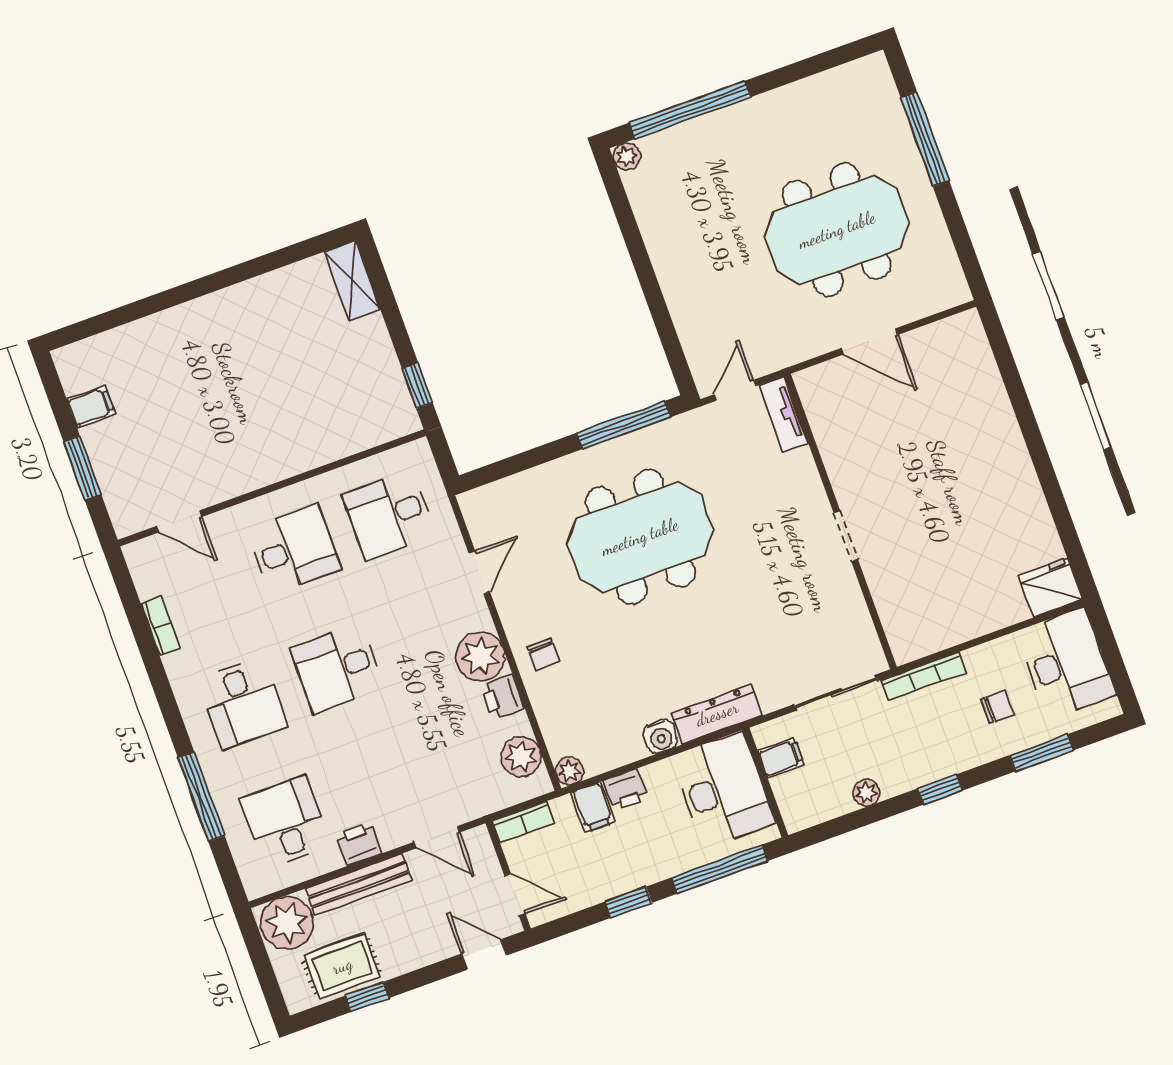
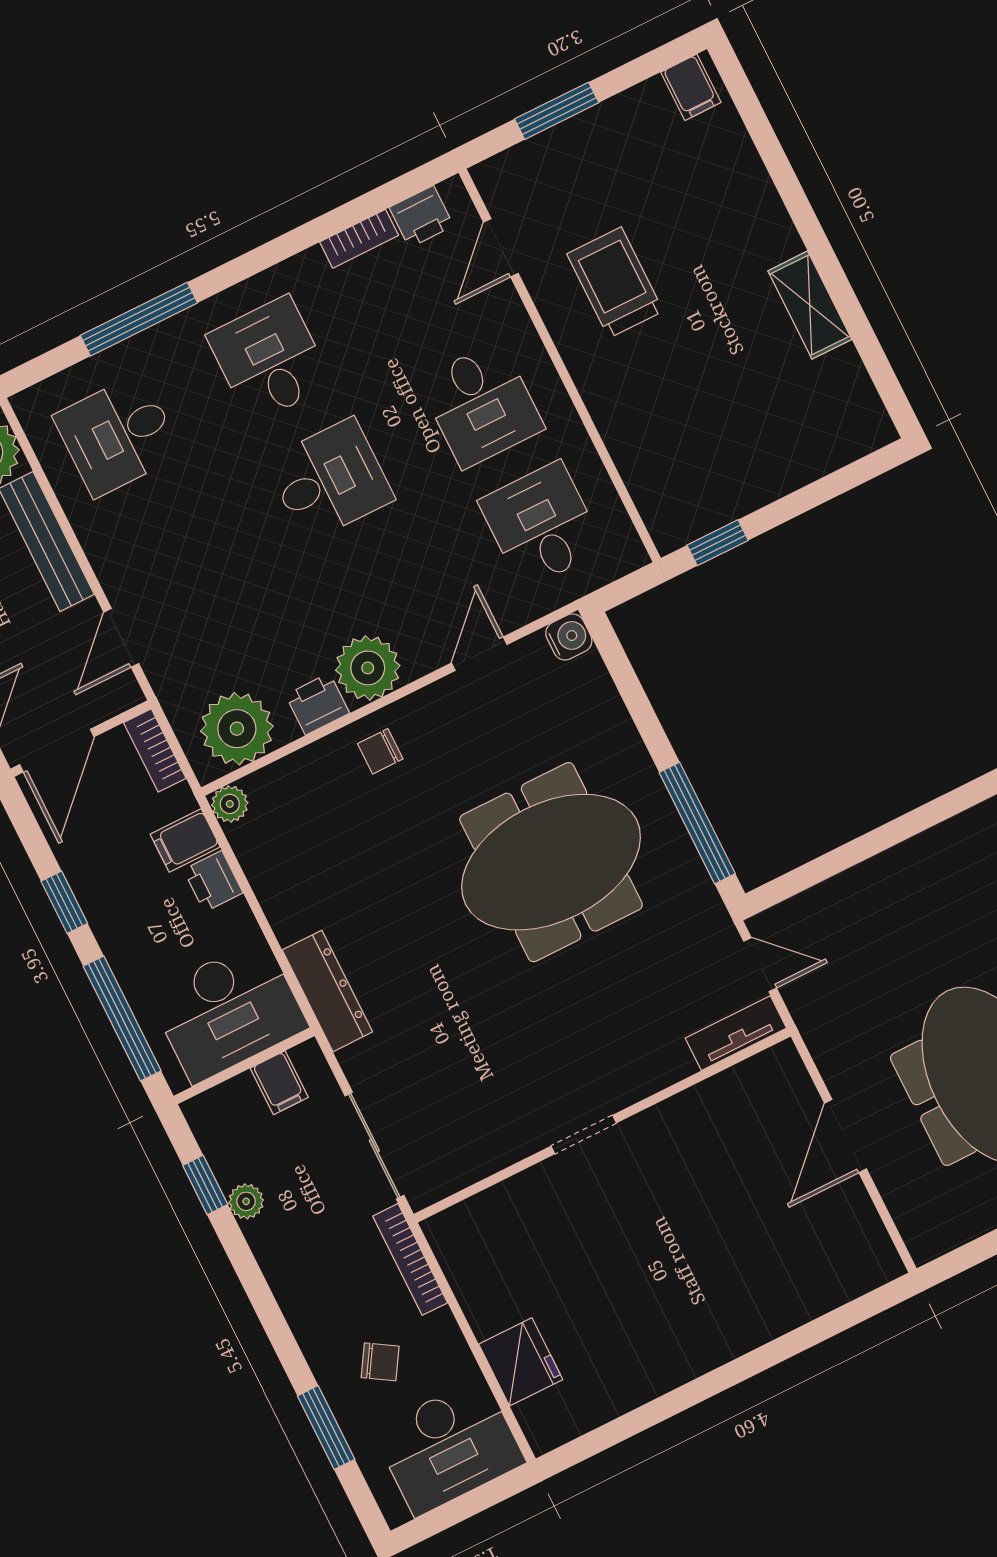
shelving: (352, 281) -> (810, 305), moved, turned 90
filing cabinet: (91, 407) -> (691, 87), moved
trolley: (215, 439) -> (615, 283), added
meeting table: (640, 537) -> (551, 862), turned 90
door: (479, 572) -> (479, 654), swing flipped
fridge: (1050, 588) -> (521, 1362), moved
desk: (337, 669) -> (330, 480), turned 90
desk: (242, 703) -> (270, 359), turned 90
chair: (997, 707) -> (380, 1362), turned -58
water cooler: (661, 736) -> (569, 637), moved, turned 180
plant: (521, 757) -> (237, 729), width x1.36, depth x1.36
window: (940, 789) -> (205, 1185), moved
desk: (286, 822) -> (118, 435), turned 180
printer: (359, 844) -> (421, 217), moved, turned 90
door: (515, 895) -> (57, 751), width x1.38

